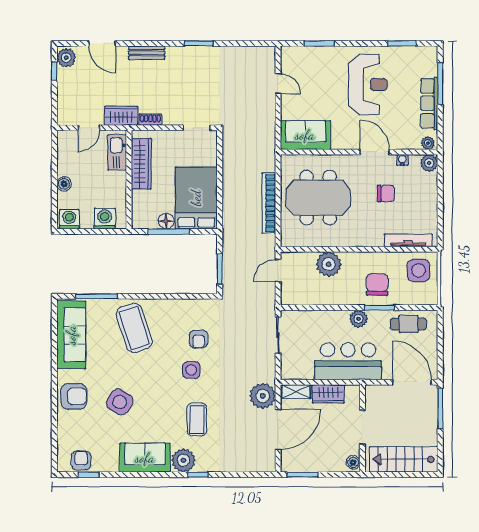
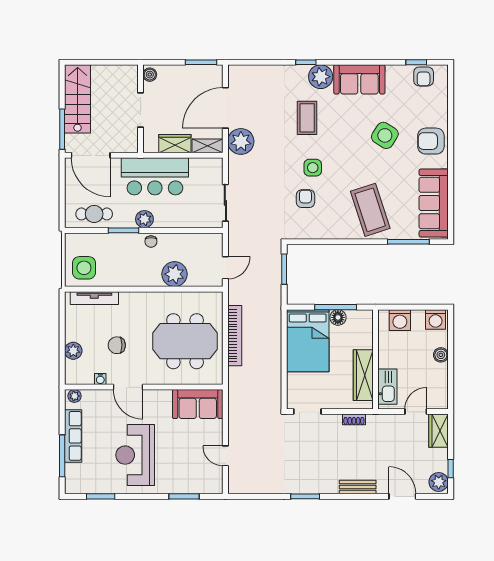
wardrobe: (121, 116) -> (438, 431), moved, turned 90
plant: (429, 163) -> (73, 351), moved
chair: (377, 284) -> (151, 242), moved, width x0.54, depth x0.54
stairs: (404, 459) -> (78, 99), moved, turned -90

